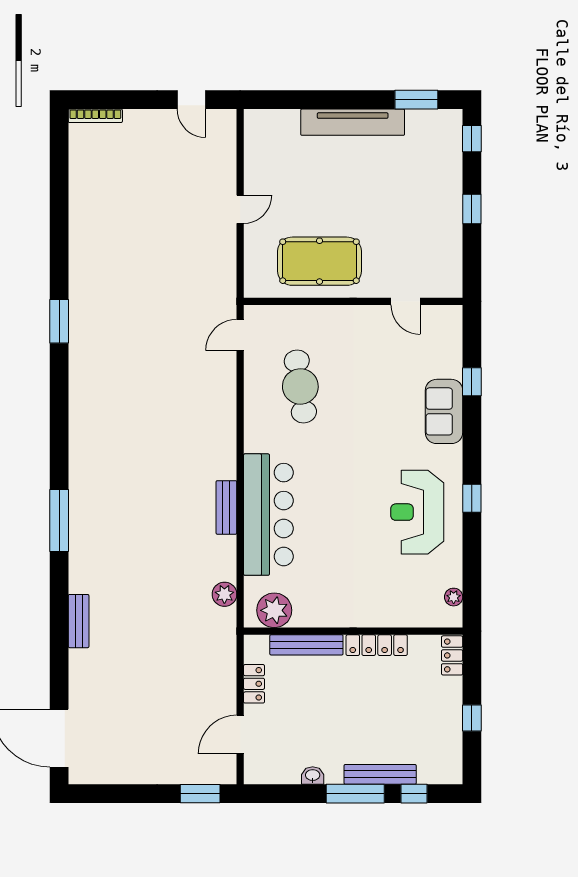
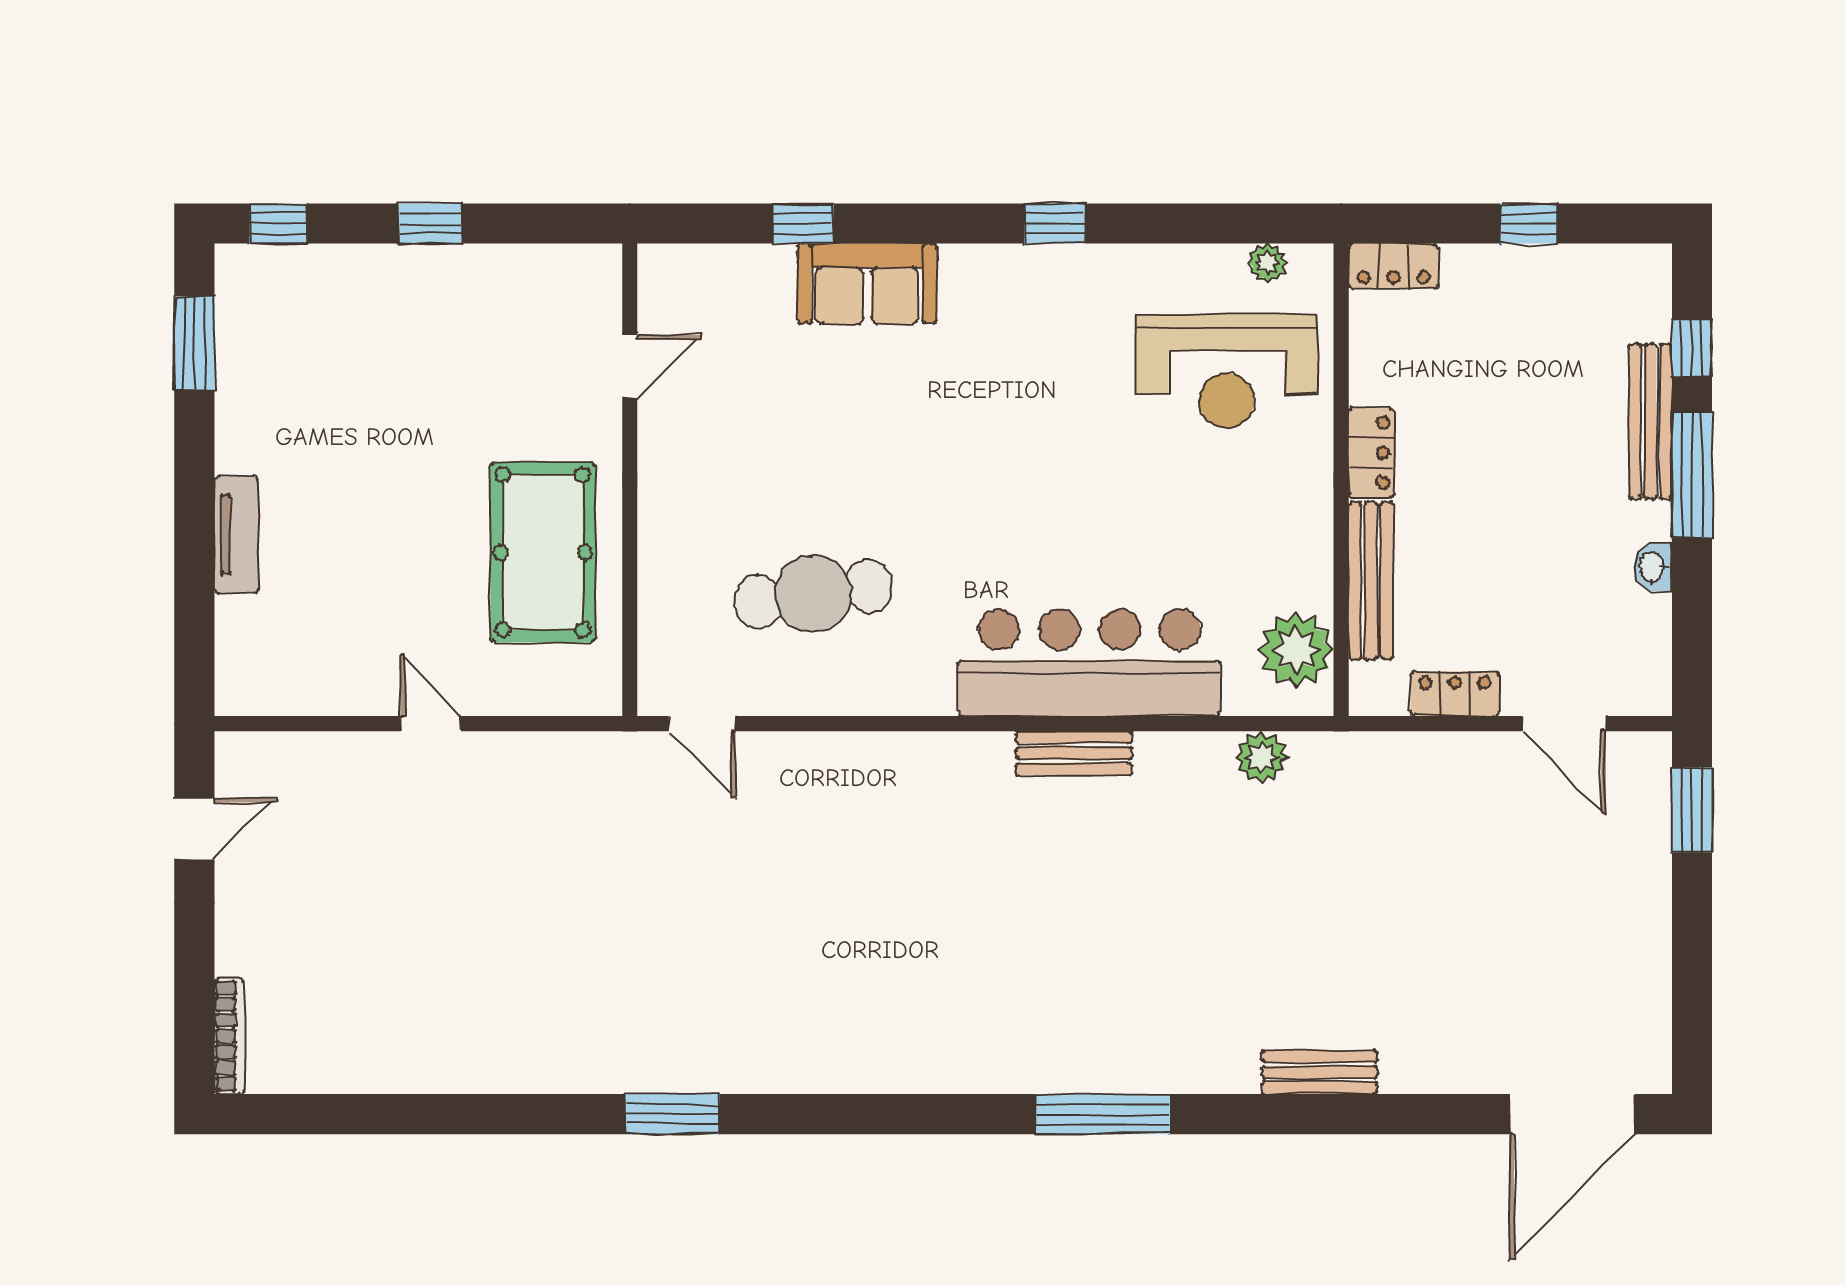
tv unit: (353, 122) -> (237, 534), width x0.52, depth x0.78
reception desk: (417, 512) -> (1227, 371), moved
locker: (377, 645) -> (1371, 453), width x0.66

